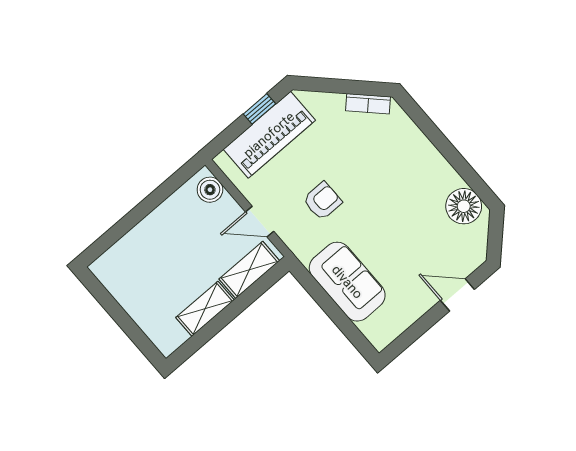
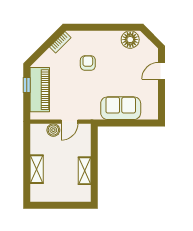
boiler: (210, 190) -> (53, 130), moved
armchair: (322, 201) -> (88, 63), moved
shelving: (249, 270) -> (37, 169), moved

